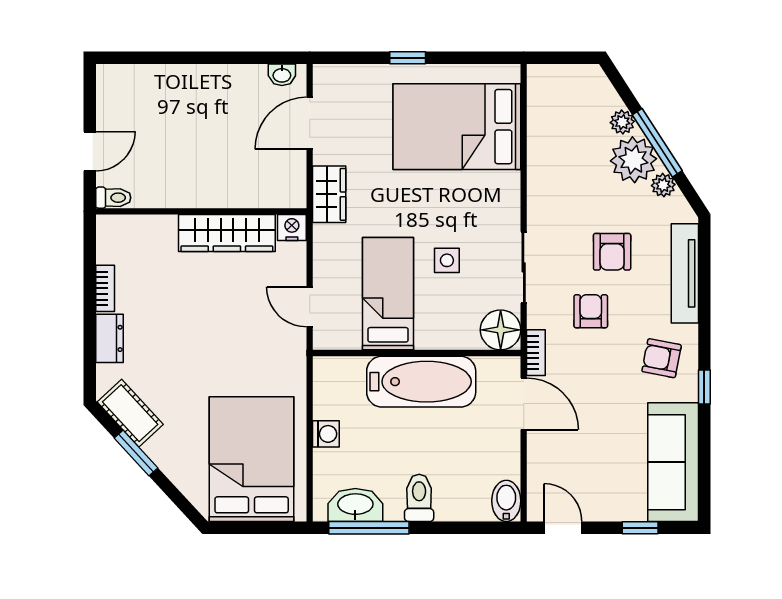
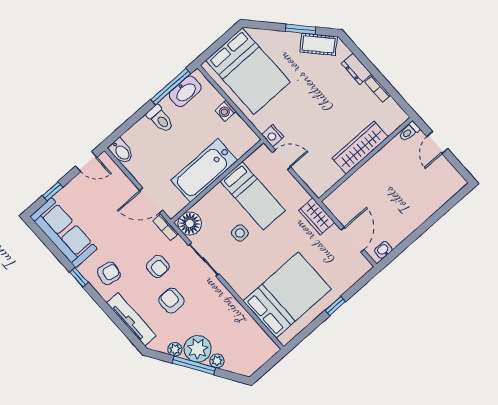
nightstand: (292, 228) -> (273, 136), moved, turned 90
wardrobe: (227, 233) -> (360, 148), moved

